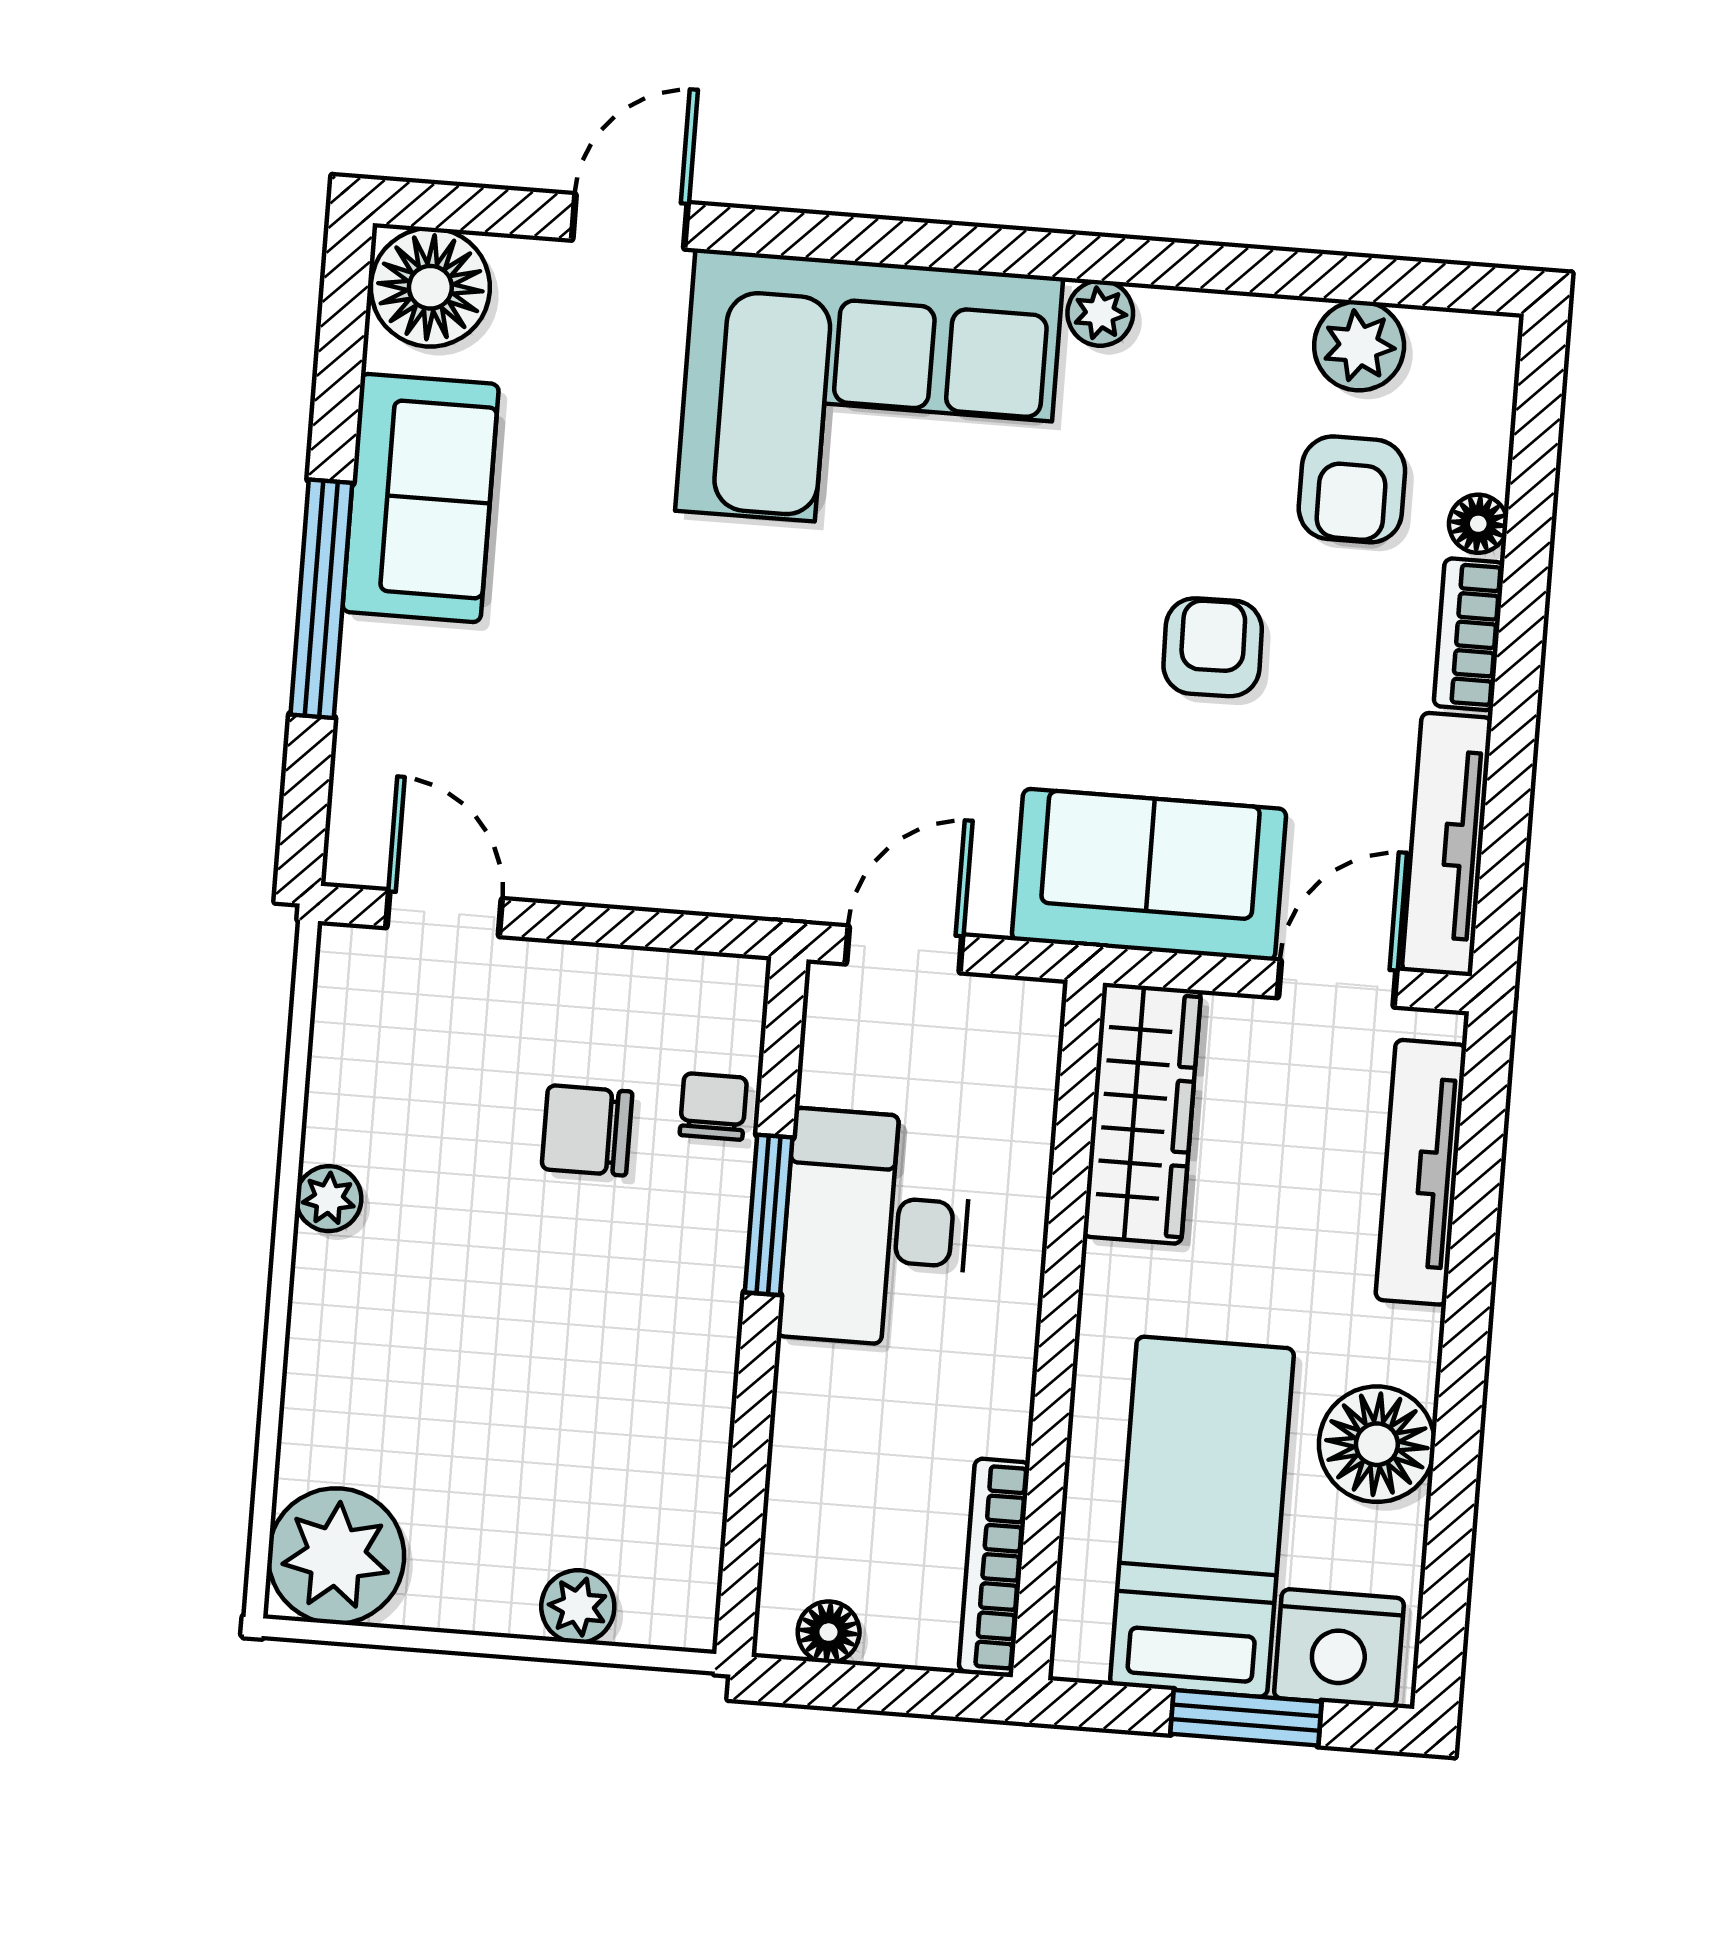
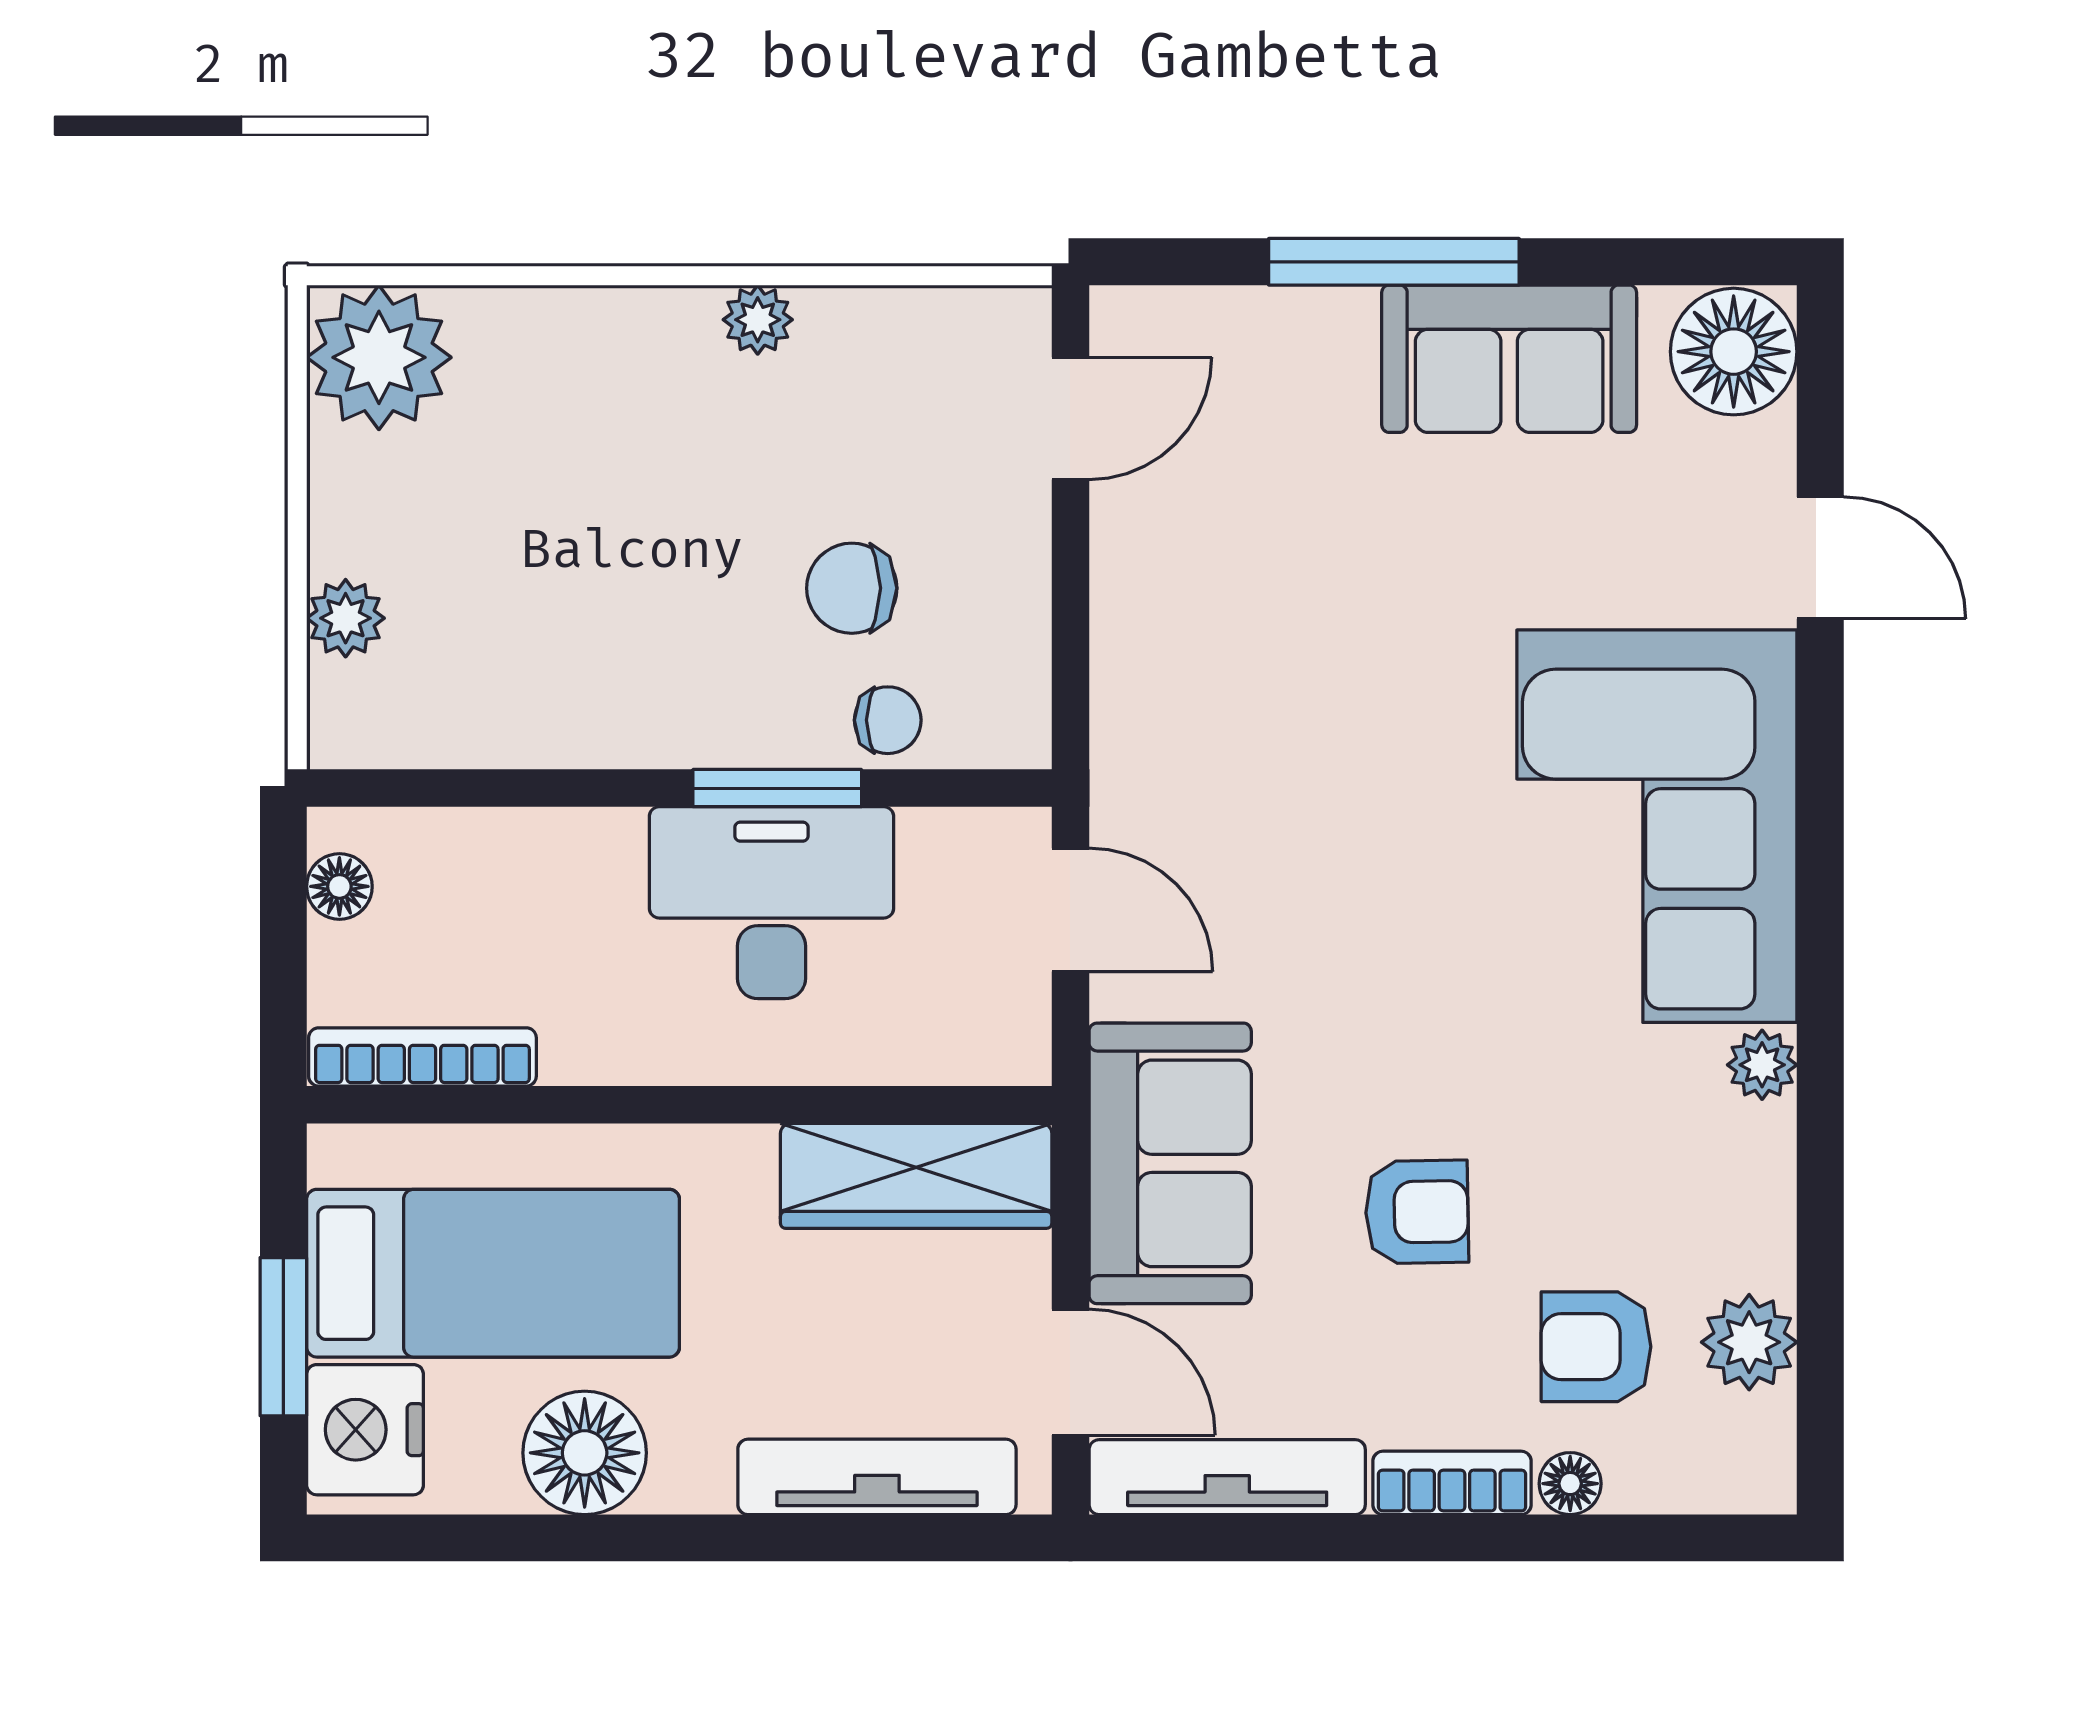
chair: (587, 1130) -> (852, 588), turned -90

